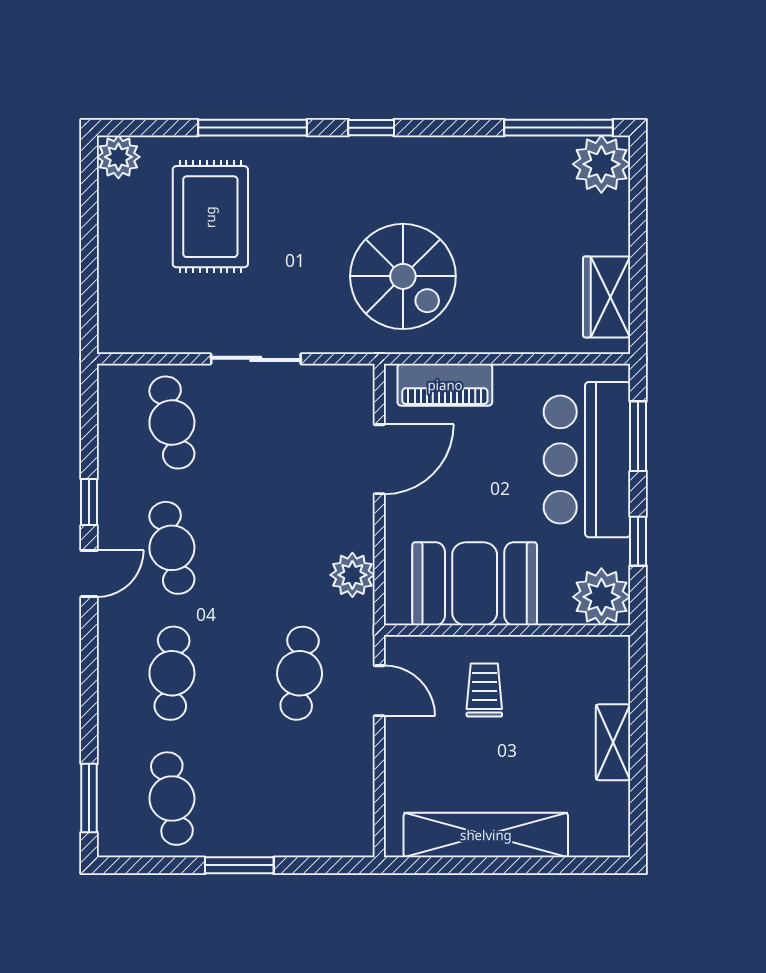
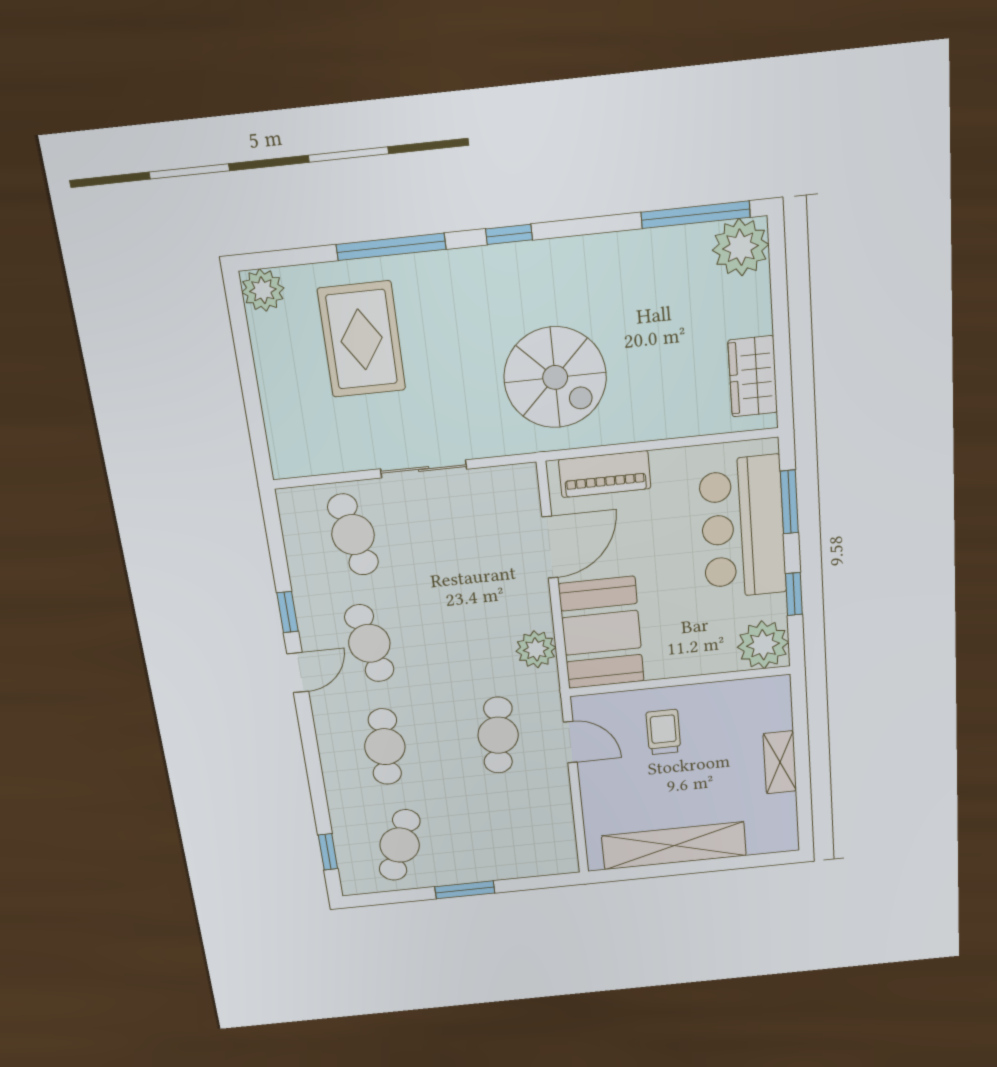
booth: (475, 584) -> (601, 633), moved, turned 90
window: (89, 798) -> (328, 852), width x0.67
cafe table: (172, 799) -> (400, 845), turned 30

